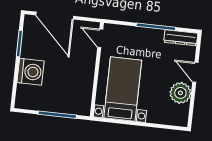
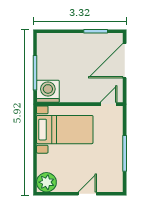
dresser: (181, 38) -> (117, 177), removed
washing machine: (30, 72) -> (48, 91), moved, turned 180
plant: (180, 93) -> (46, 182), moved

